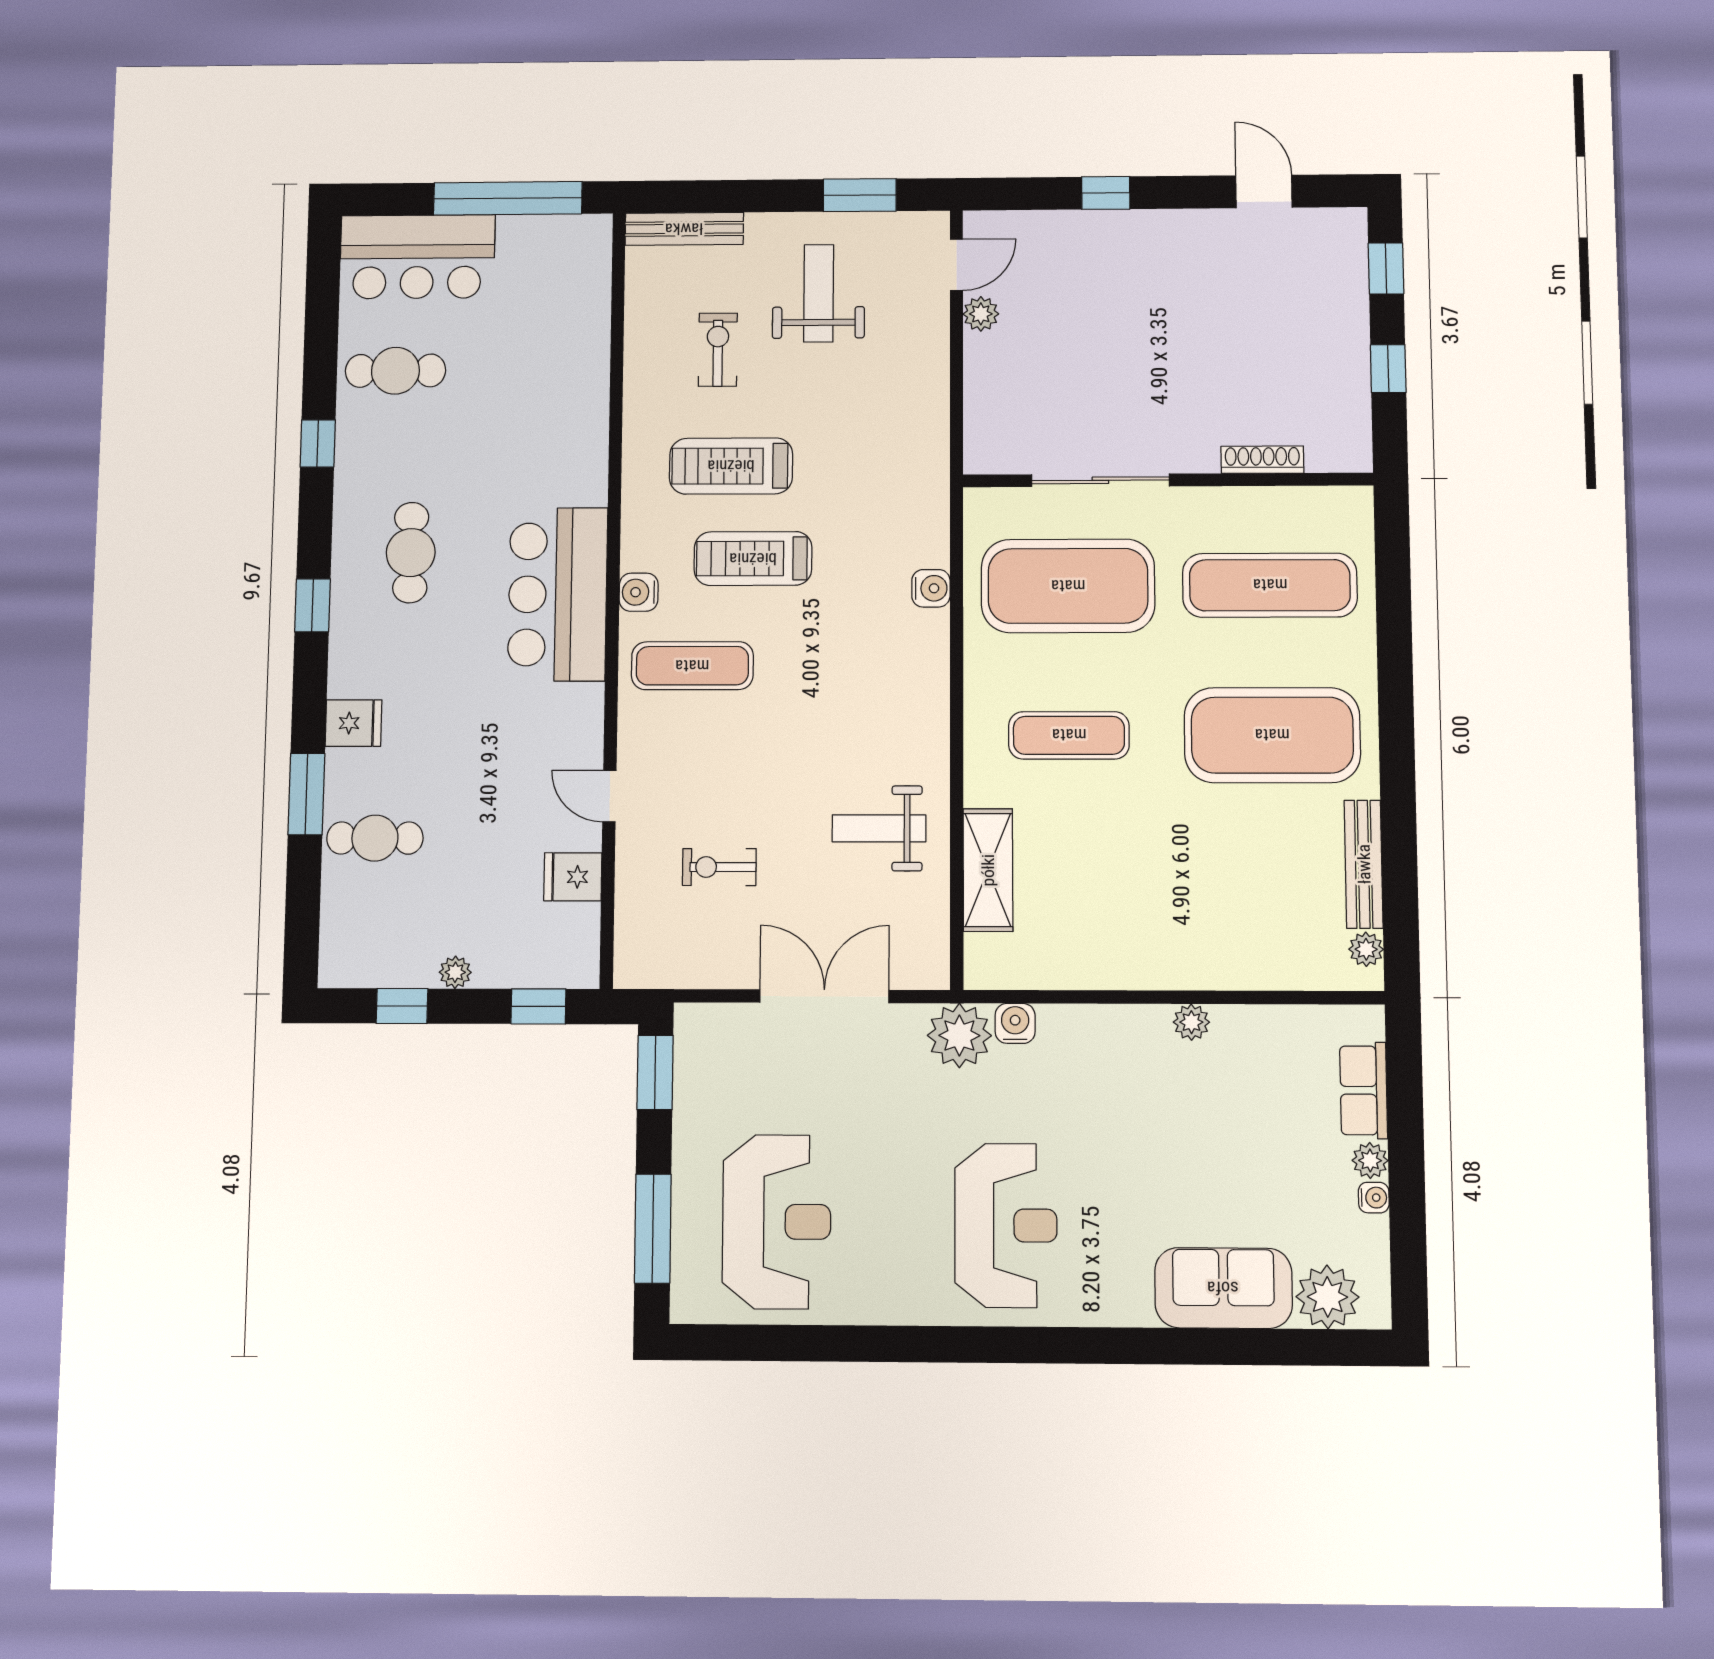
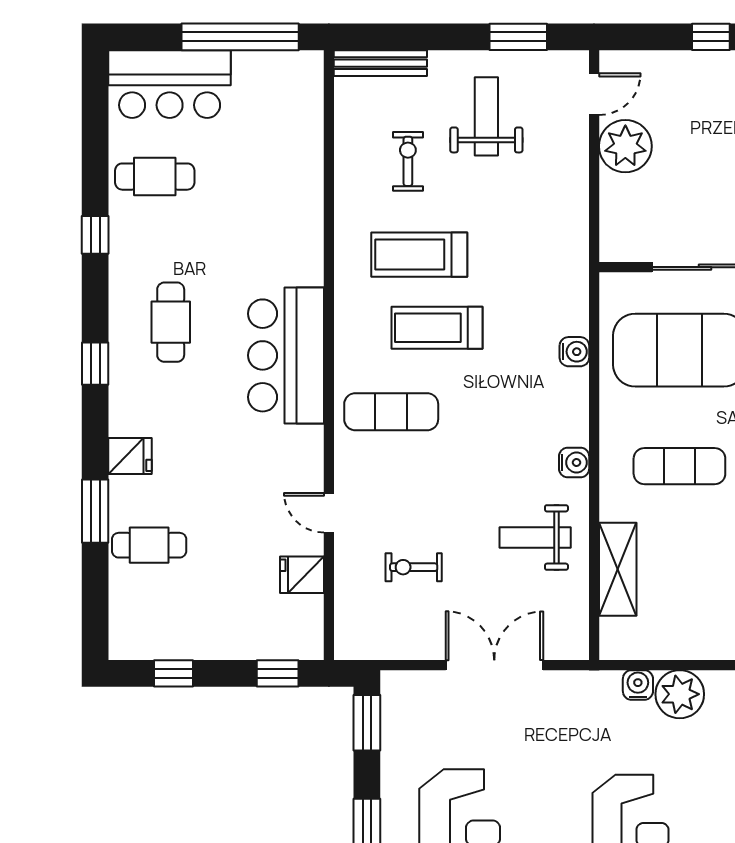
plant: (981, 314) -> (625, 146), width x1.88, depth x1.88
water cooler: (639, 592) -> (574, 462), moved, turned 180
plant: (455, 972) -> (214, 648), removed
plant: (959, 1036) -> (680, 694), moved

